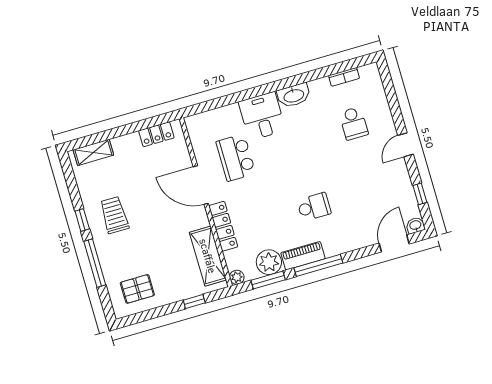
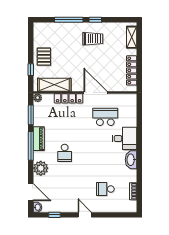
locker: (156, 134) -> (132, 70), width x1.53
door: (201, 185) -> (96, 93), hinge flipped
plant: (269, 262) -> (41, 168), moved
pallet: (137, 289) -> (44, 57), moved

